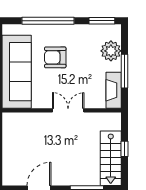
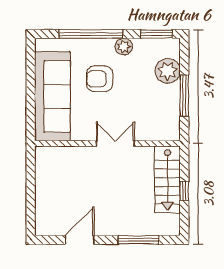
plant: (75, 31) -> (124, 47), added
fireplace: (114, 90) -> (171, 119), removed
stairs: (111, 158) -> (167, 179), moved

